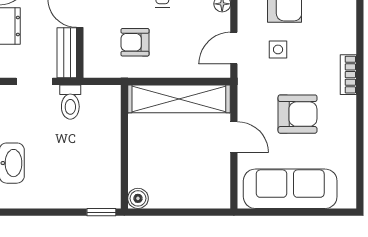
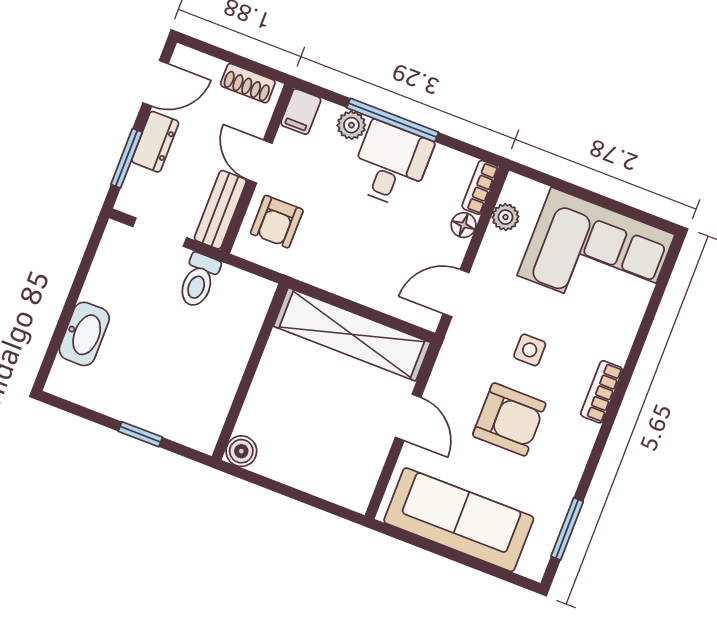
armchair: (135, 42) -> (277, 222), moved, turned -90
side table: (278, 49) -> (530, 350), moved
window: (360, 168) -> (567, 529), added
window: (101, 212) -> (140, 434), moved

